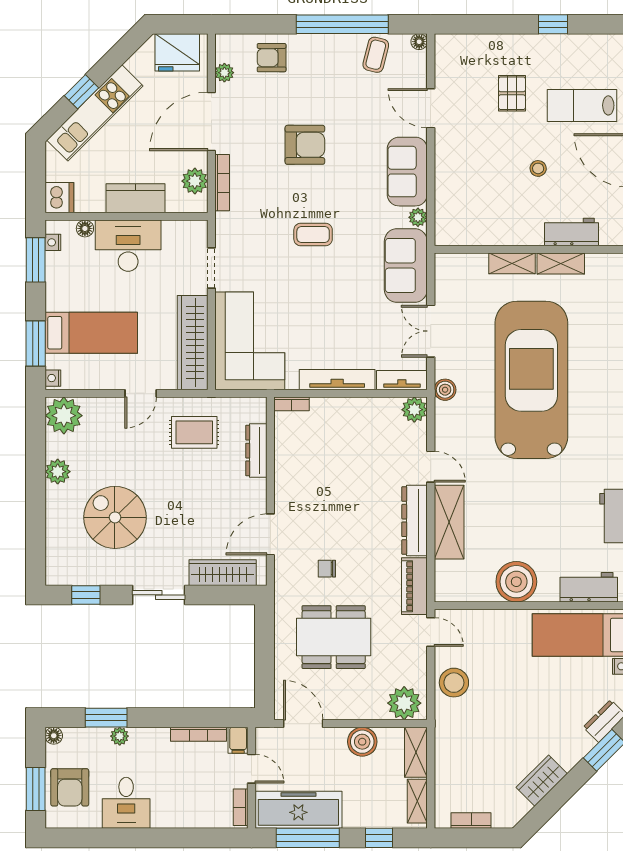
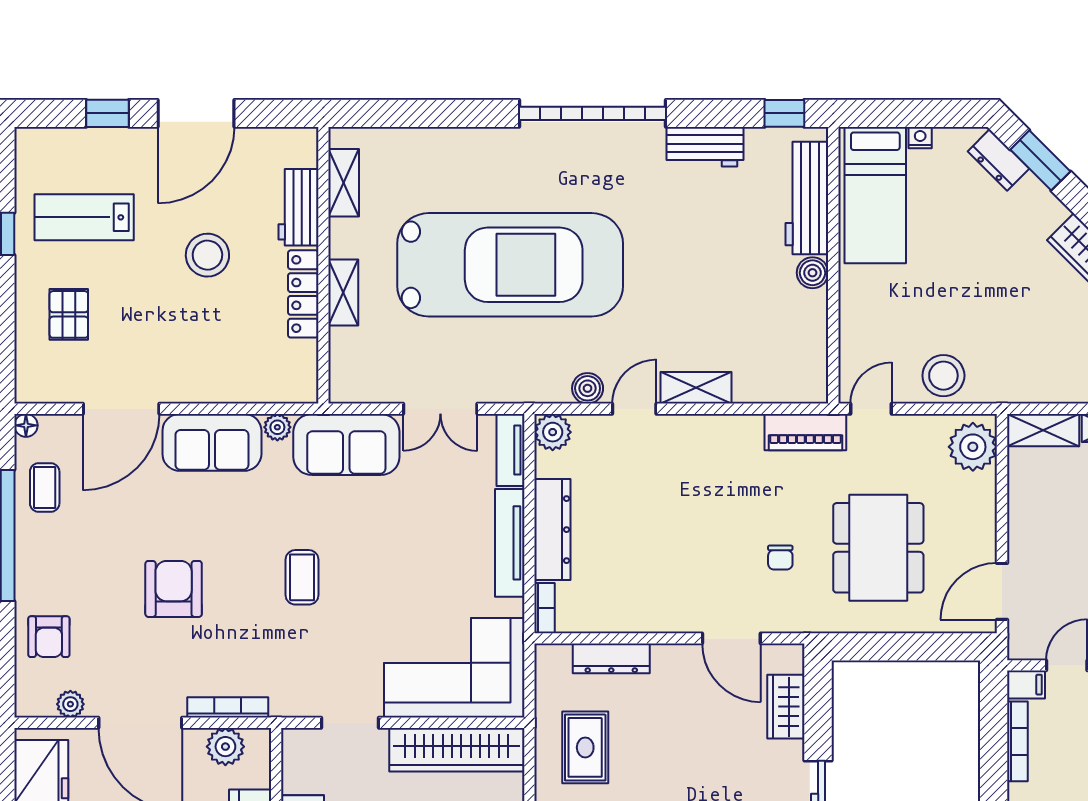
coffee table: (376, 55) -> (45, 487), turned 76
pallet: (512, 93) -> (69, 314), moved, turned 90
lab bench: (582, 105) -> (84, 217), moved, turned 90
door: (431, 108) -> (121, 409), width x1.36
stool: (538, 168) -> (207, 255), width x1.89, depth x1.89
locker: (511, 235) -> (303, 294), added
shelving: (561, 264) -> (344, 183), moved
car: (531, 380) -> (510, 265), turned 180
boiler: (445, 390) -> (588, 388), moved
dresser: (415, 520) -> (552, 530), moved, turned -90
shelving: (449, 522) -> (696, 388), width x0.67, depth x0.75
wardrobe: (223, 573) -> (786, 707), width x0.67
boiler: (516, 582) -> (812, 273), width x0.54, depth x0.54
workbench: (589, 587) -> (807, 198), width x1.38
boiler: (362, 742) -> (1028, 507), removed

